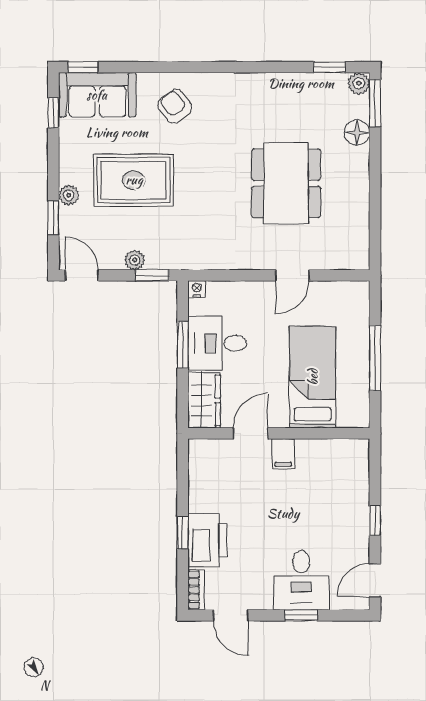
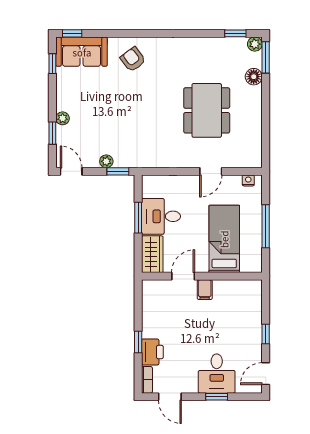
rug: (134, 180) -> (106, 108), removed
nightstand: (197, 289) -> (248, 180), moved
printer: (207, 540) -> (152, 352), width x0.73, depth x0.84

